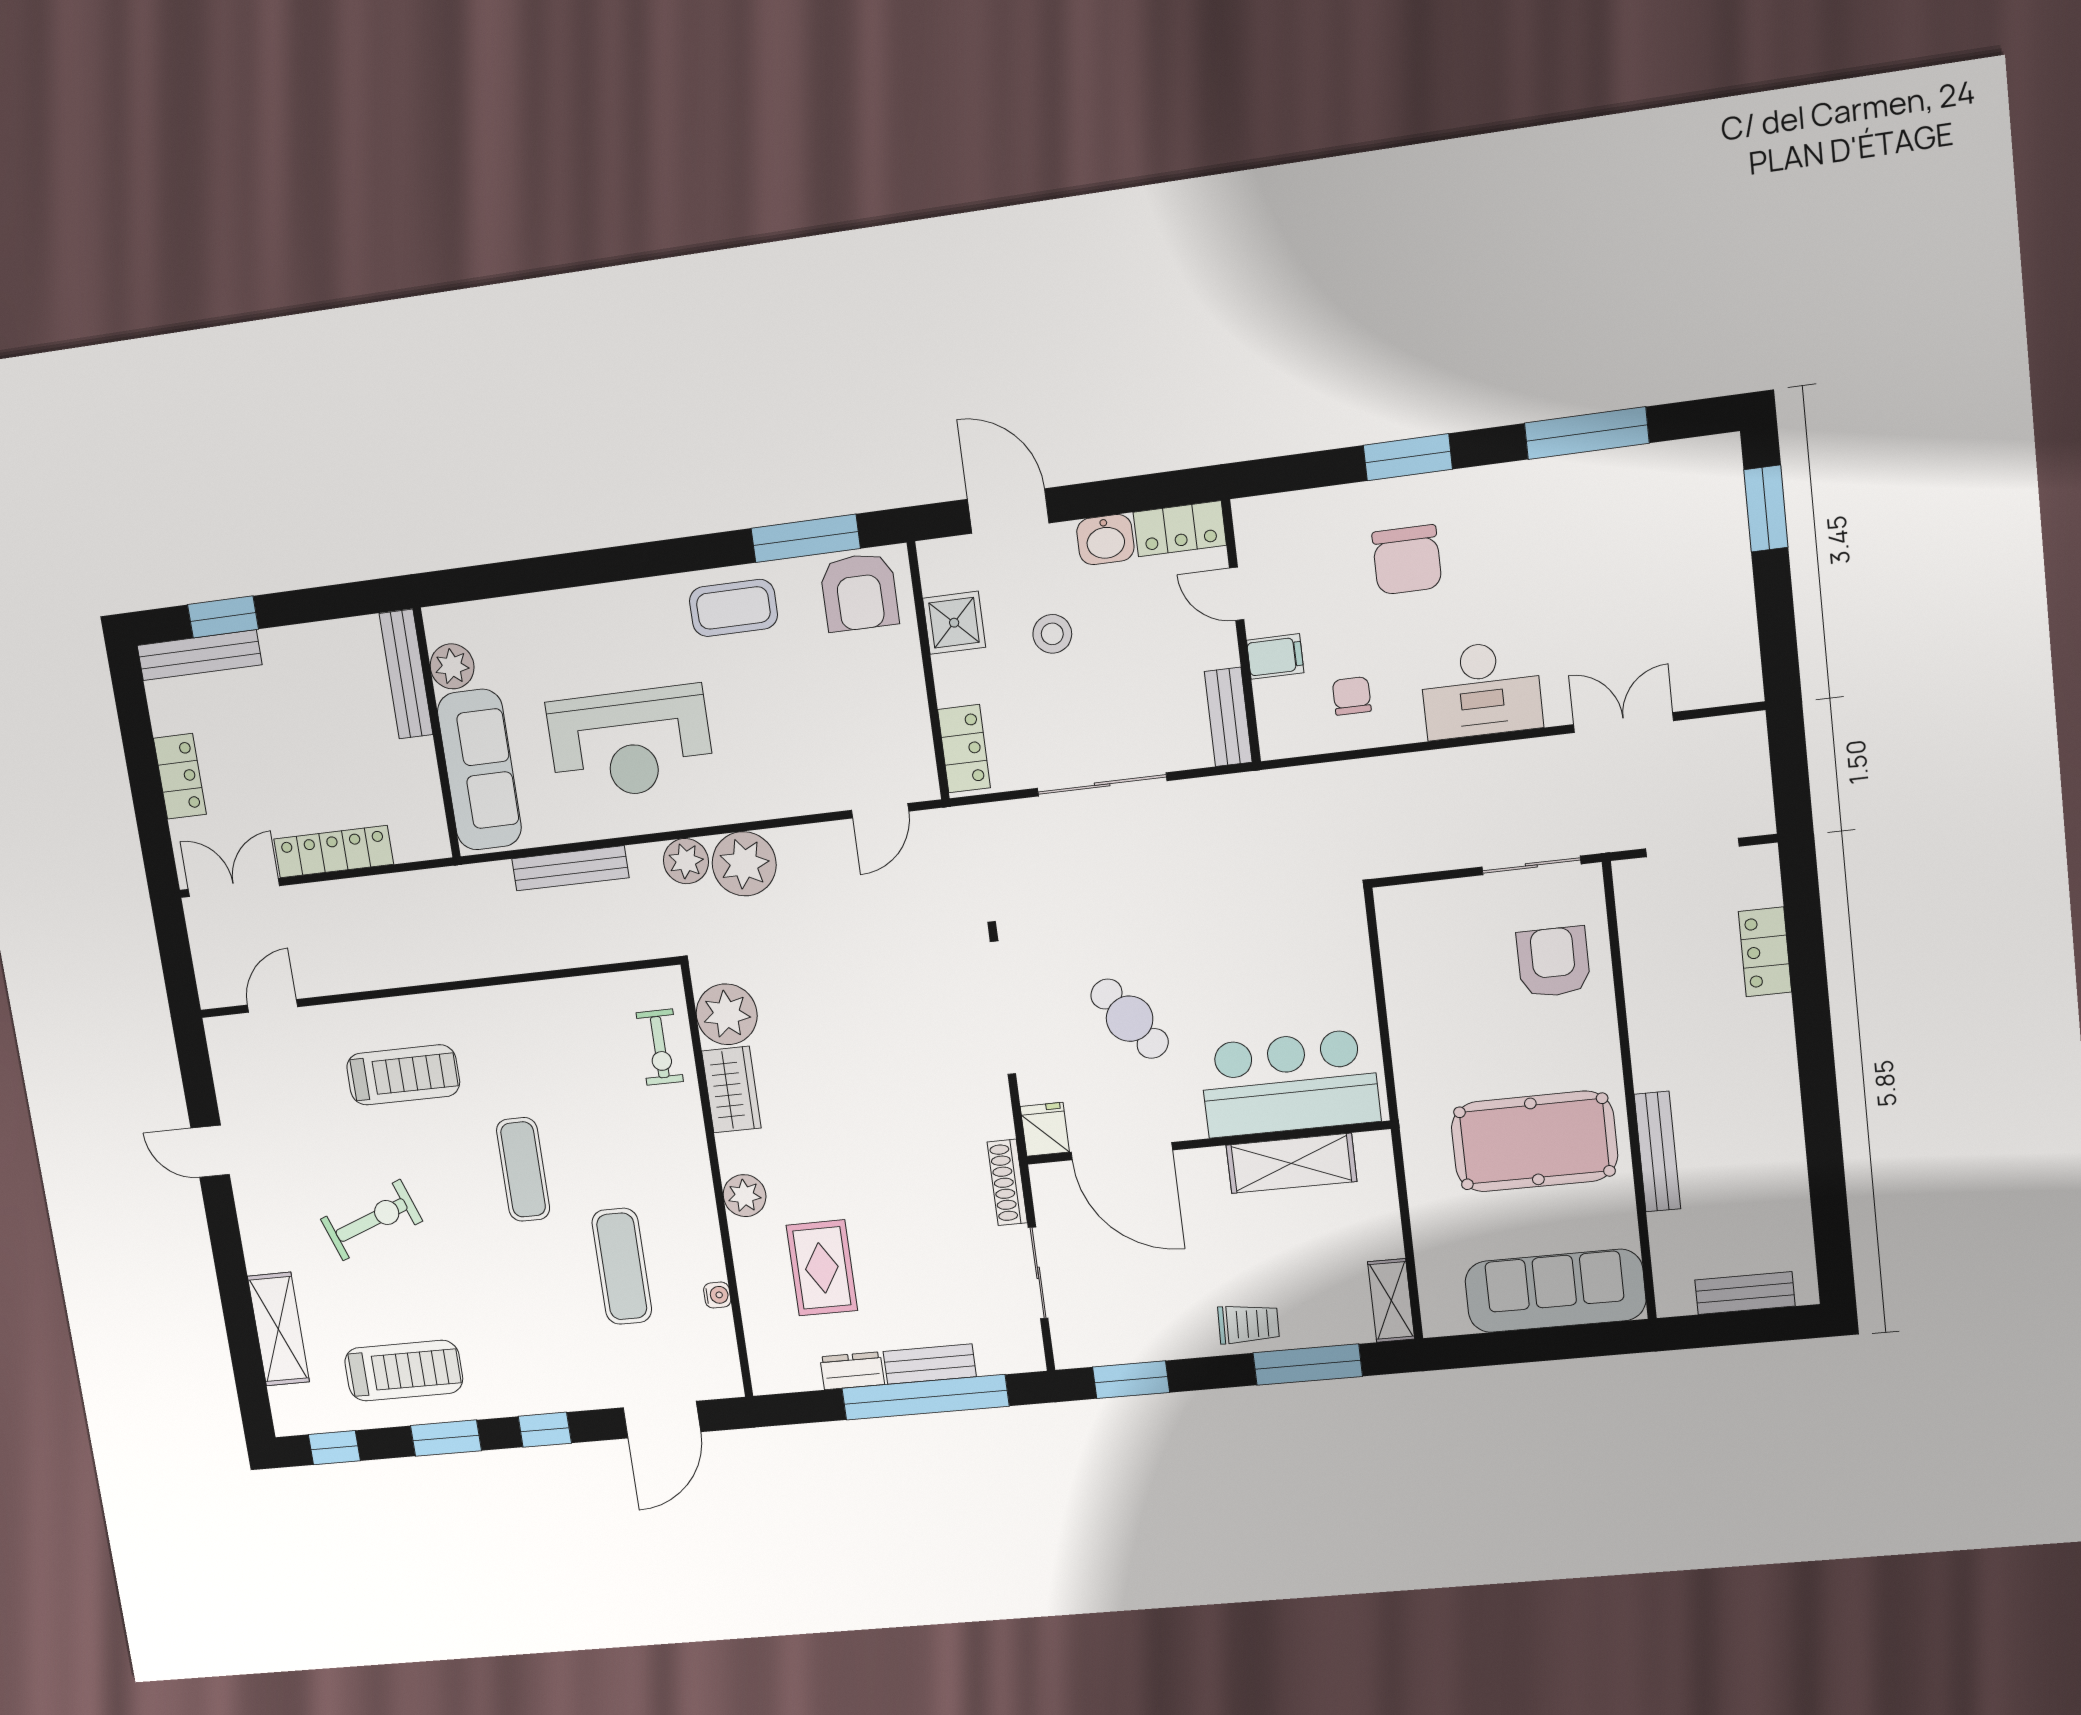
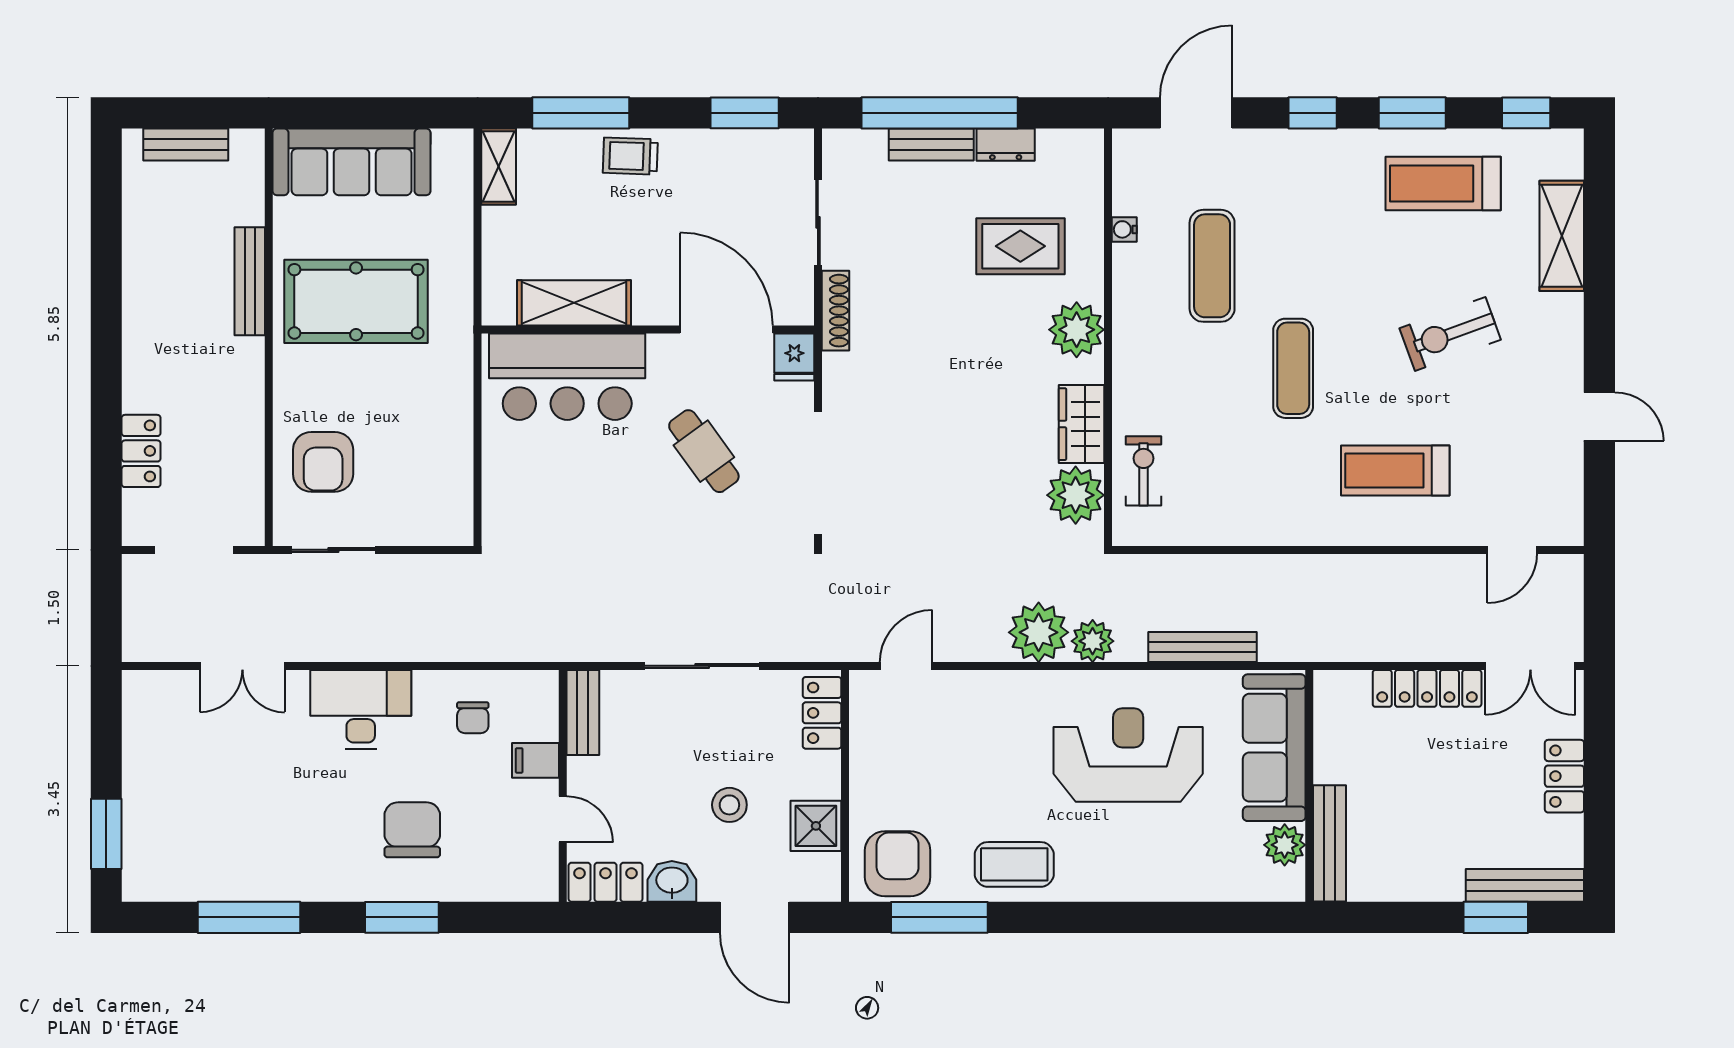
plant: (745, 1196) -> (1077, 330), width x1.36, depth x1.36
rug: (822, 1268) -> (1020, 246), turned 90

